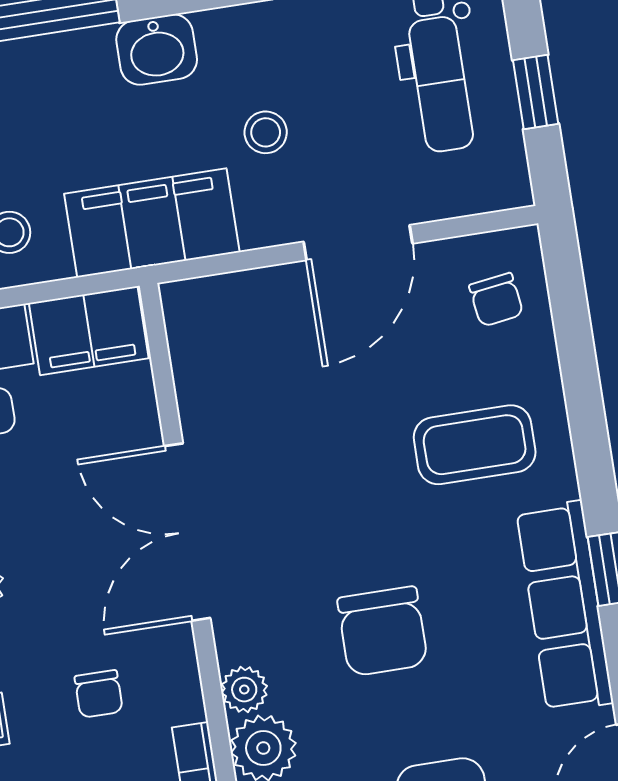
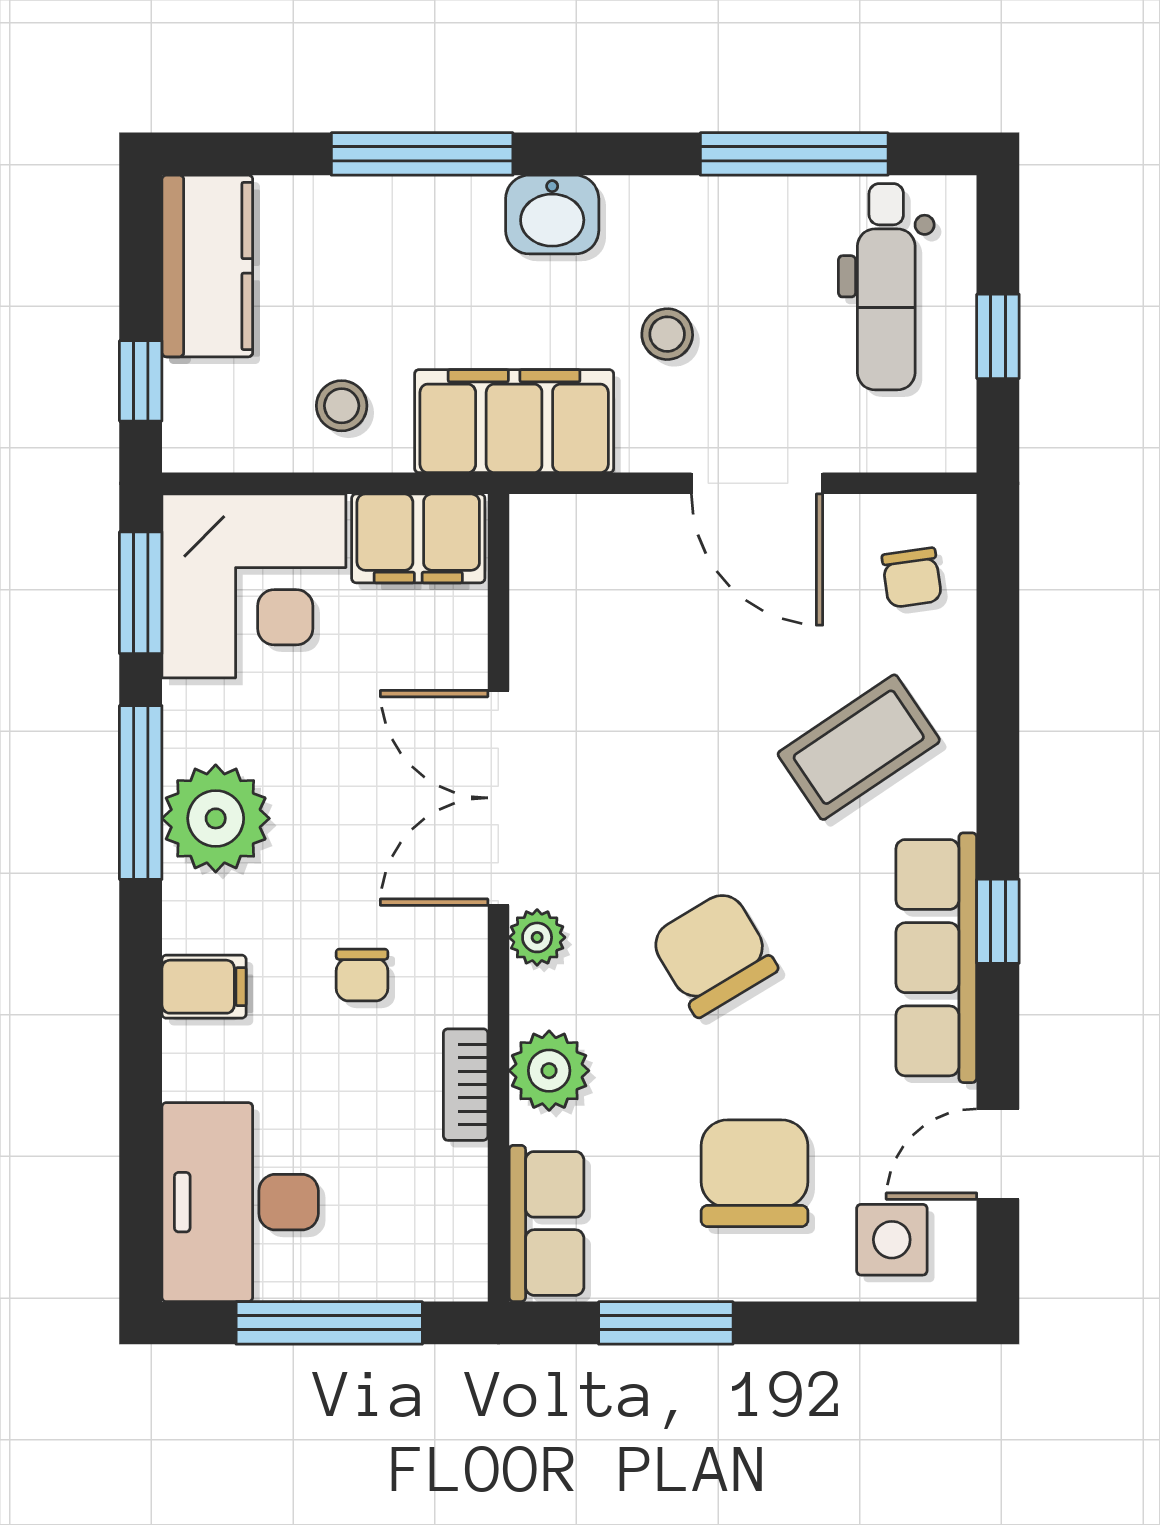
door: (358, 243) -> (757, 483), hinge flipped
coffee table: (475, 445) -> (859, 747), turned -34
chair: (383, 631) -> (714, 953), turned 149
plant: (244, 690) -> (537, 937), moved

